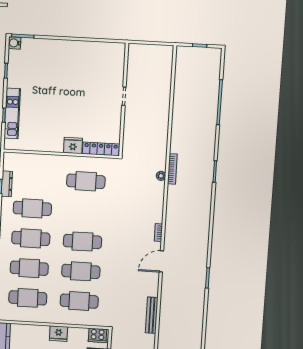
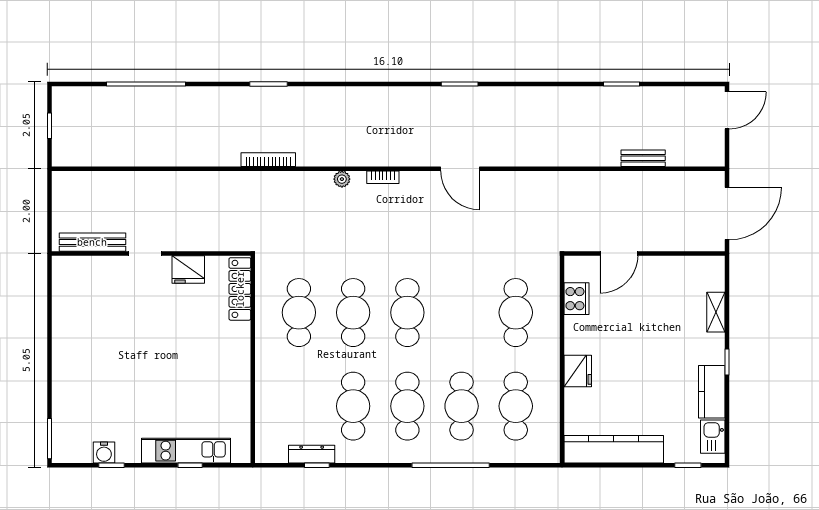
water cooler: (15, 43) -> (104, 452), moved
fridge: (73, 145) -> (188, 269), moved, turned -90
plant: (161, 176) -> (342, 179), moved
door: (161, 261) -> (460, 169), moved
cafe table: (81, 271) -> (353, 313), moved
bench: (152, 315) -> (92, 242), moved
fridge: (58, 334) -> (578, 371), moved
cooker: (98, 335) -> (576, 299), moved

